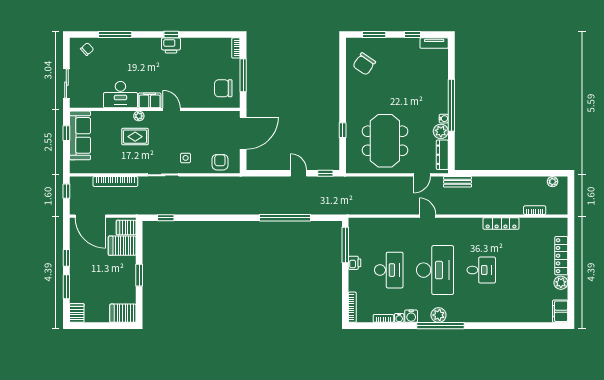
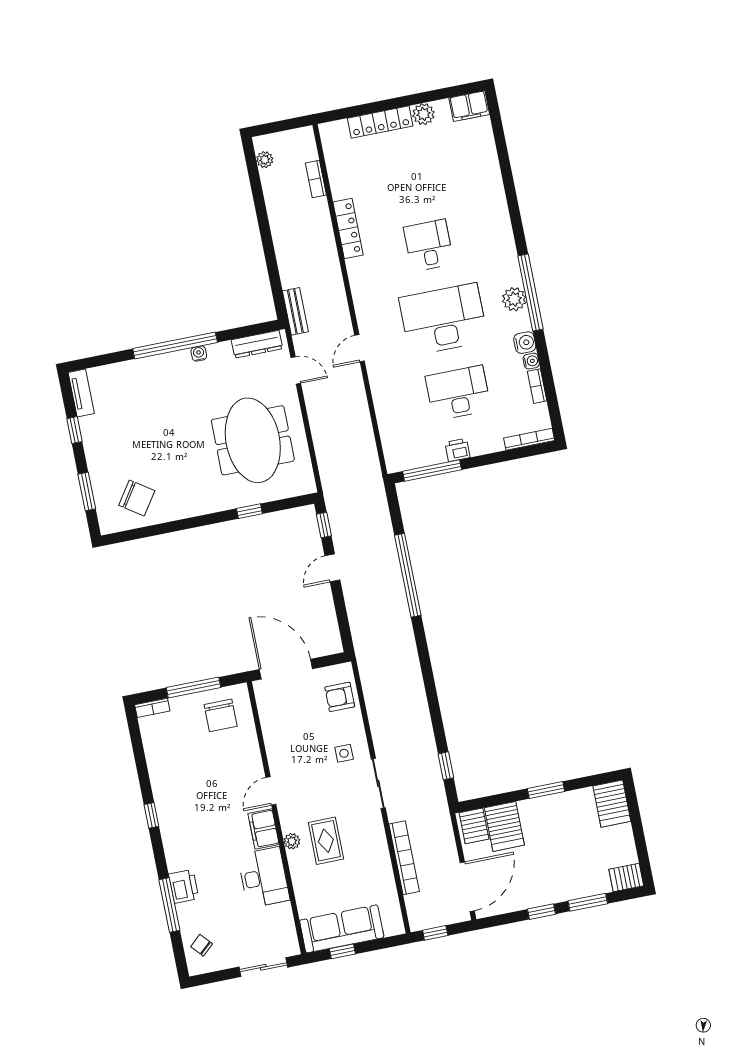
printer: (171, 45) -> (184, 886), moved
plant: (441, 131) -> (220, 354), removed
meeting table: (385, 141) -> (253, 440), turned 90

